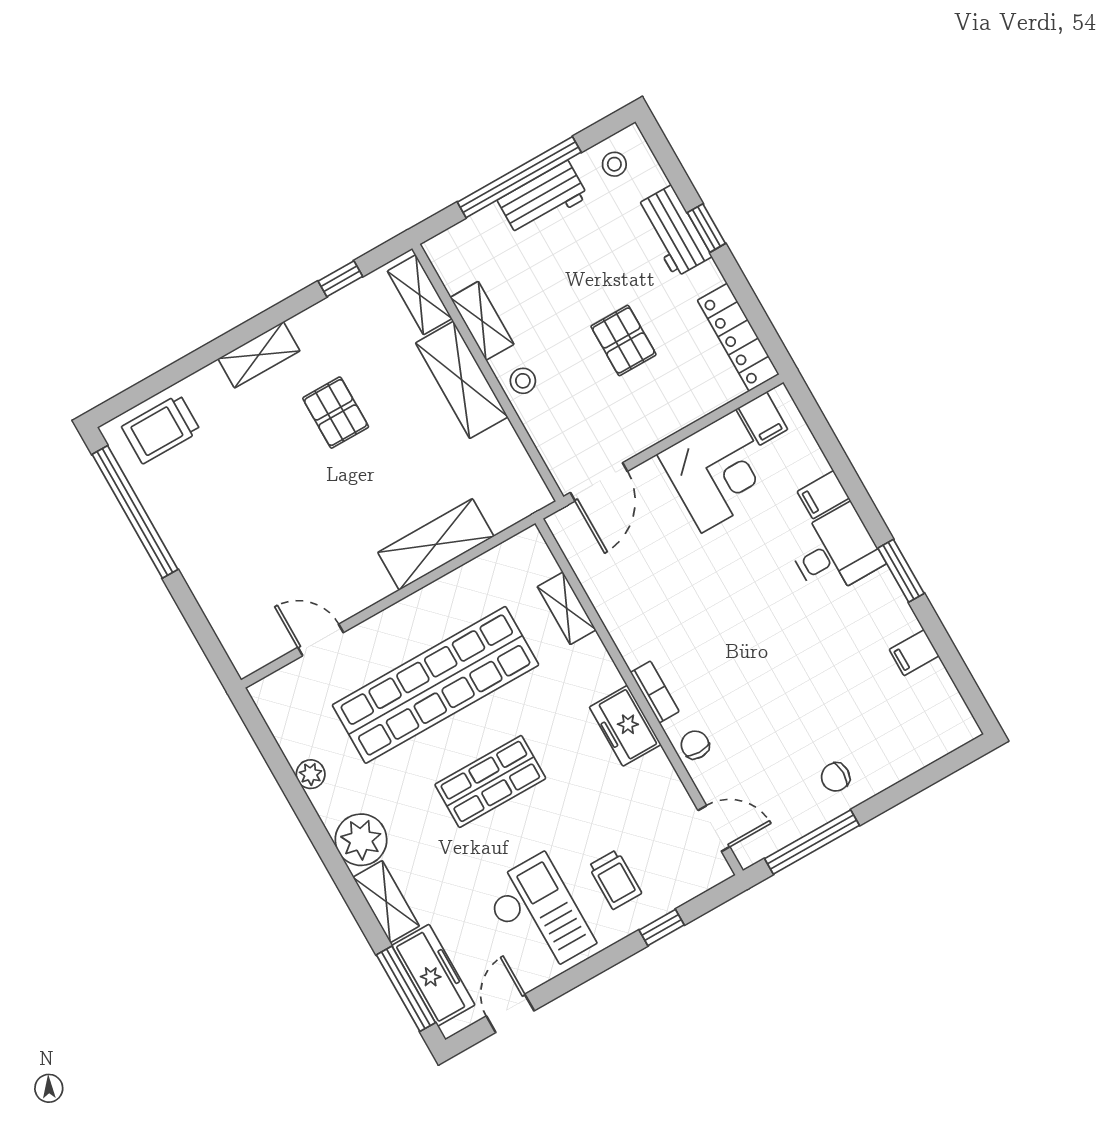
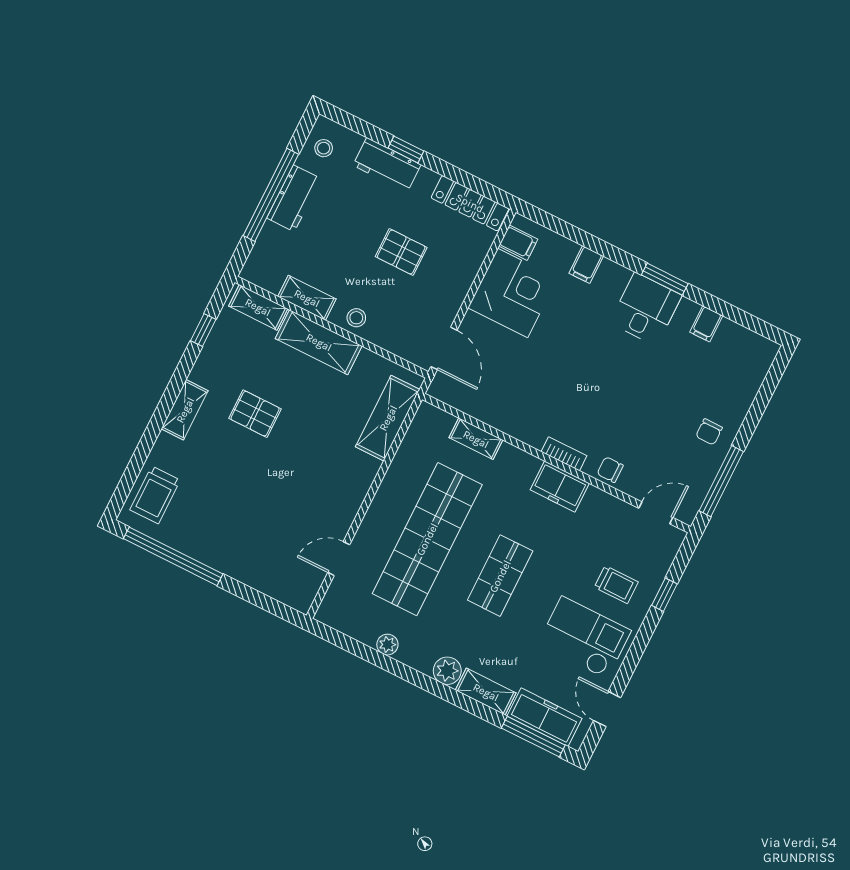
shelving: (436, 544) -> (388, 418), moved
desk: (835, 551) -> (646, 309), moved
plant: (361, 840) -> (447, 671), width x0.73, depth x0.73

